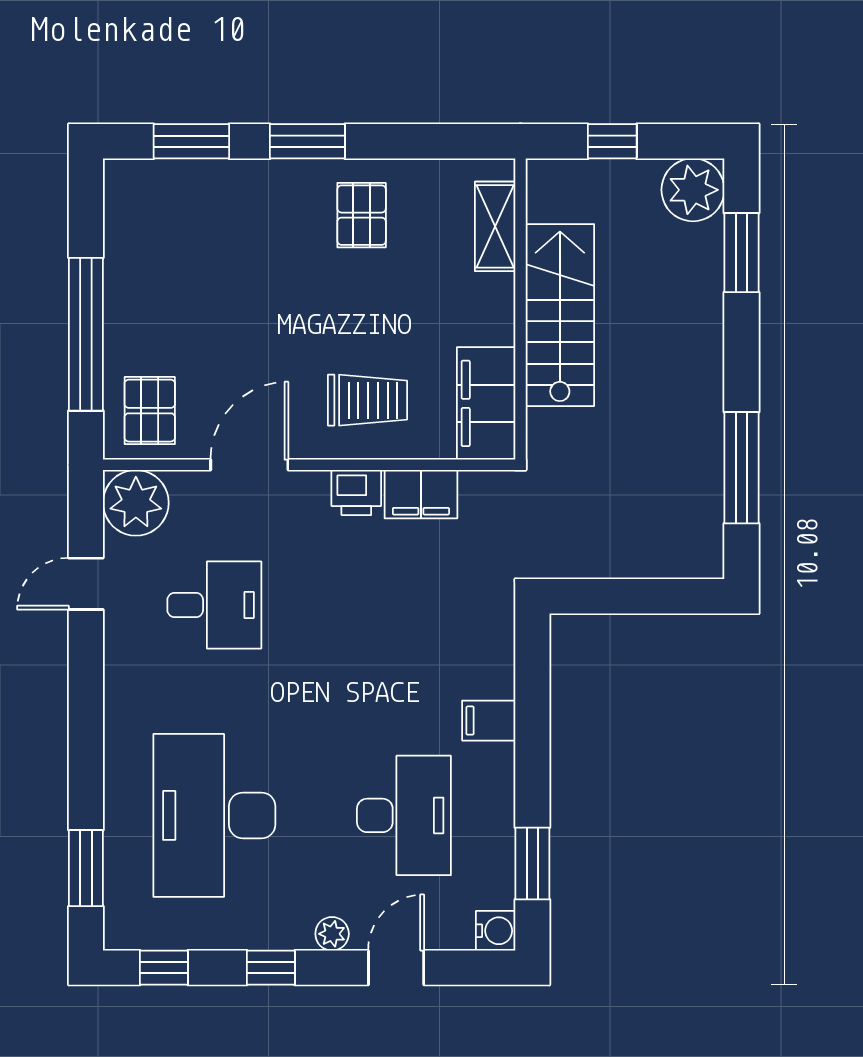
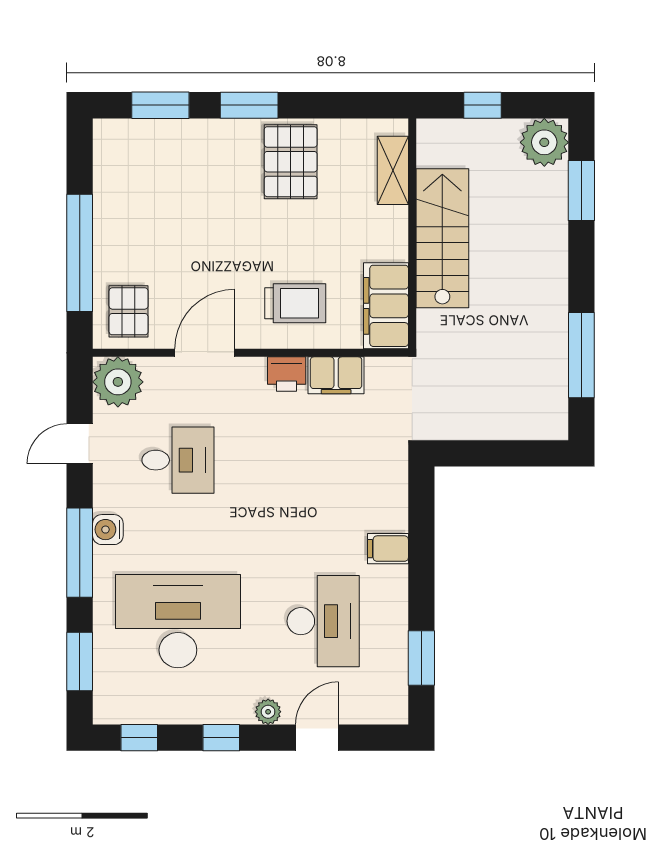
pallet: (362, 215) -> (291, 162), width x1.50, depth x1.42
window: (86, 726) -> (80, 553), added
desk: (214, 815) -> (178, 621), turned 90
water cooler: (496, 931) -> (108, 530), moved, turned 180

